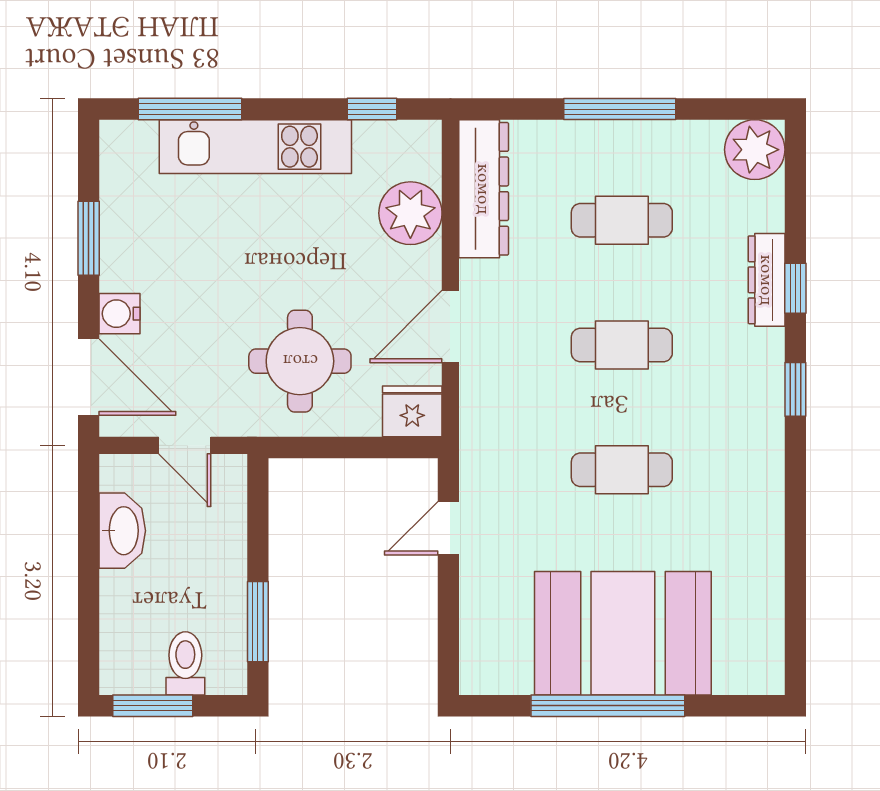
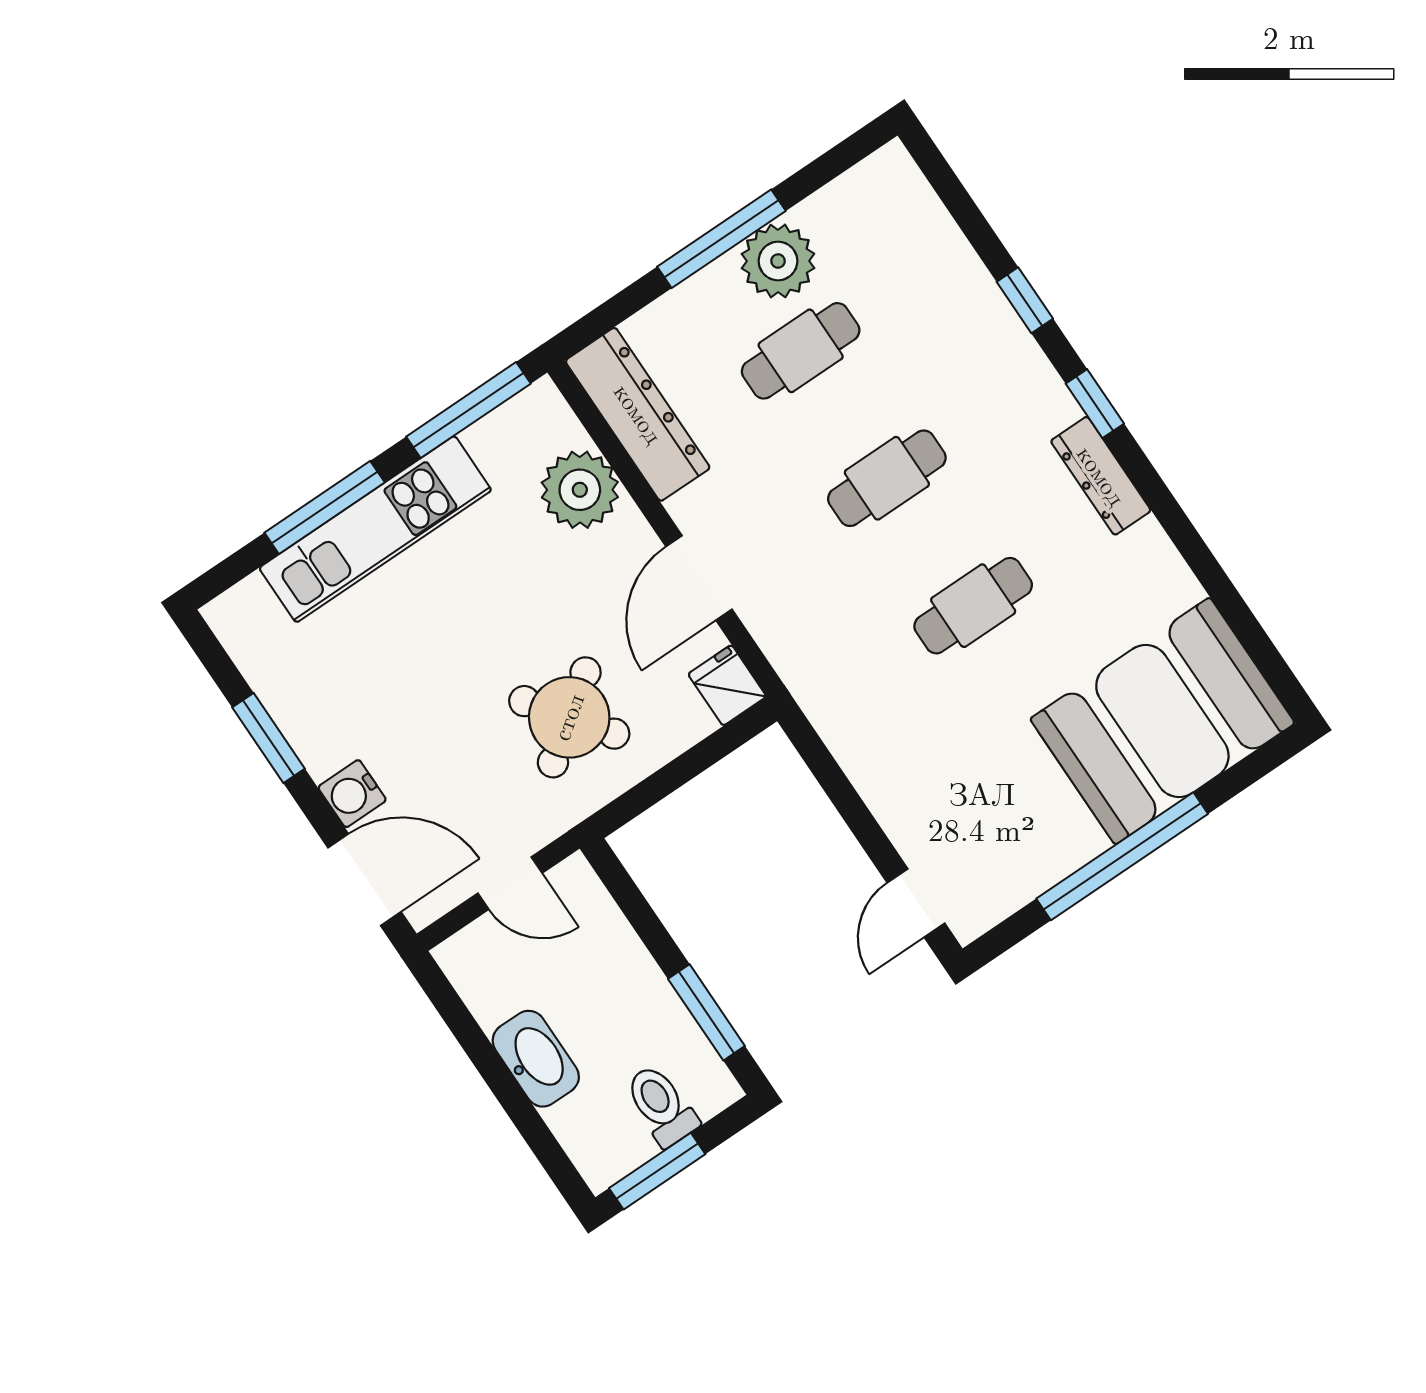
window: (190, 109) -> (325, 507), moved
window: (372, 109) -> (468, 410), width x2.17
plant: (755, 150) -> (778, 261), moved
dresser: (767, 280) -> (1101, 476), moved
round table: (300, 361) -> (569, 717), turned -36
fridge: (412, 411) -> (727, 685), width x0.72
door: (448, 528) -> (916, 903), moved
washbasin: (122, 531) -> (536, 1059), moved
booth: (623, 633) -> (1162, 721), moved

